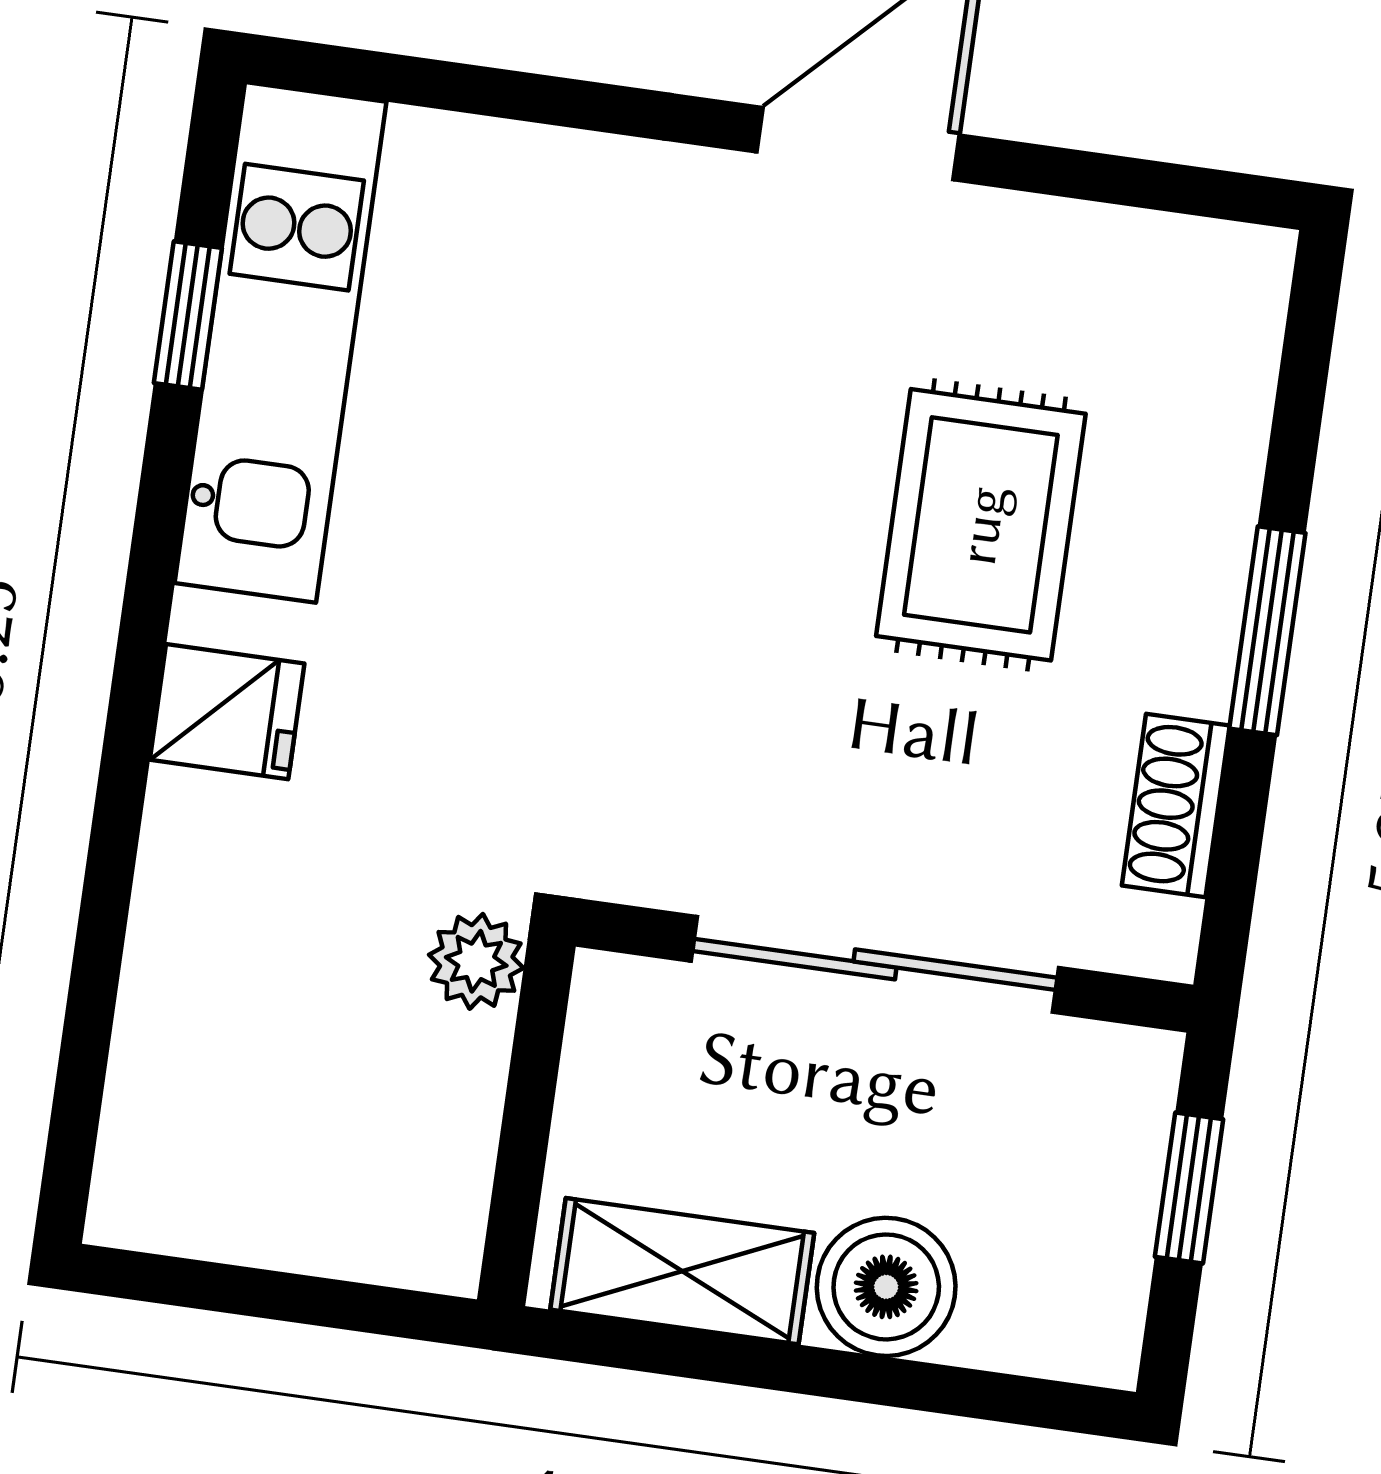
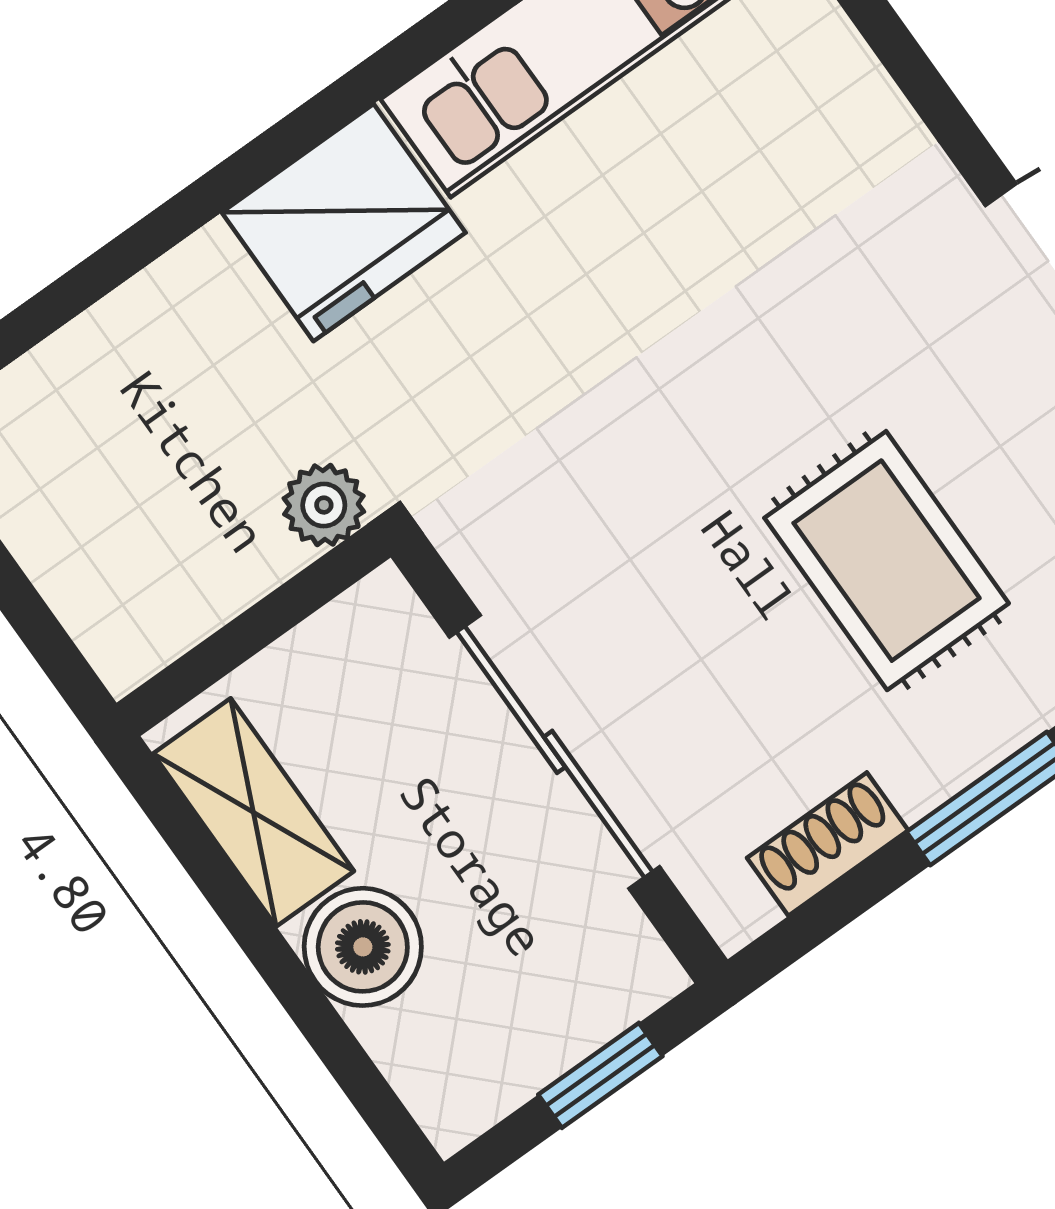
rug: (981, 525) -> (887, 561), turned 90
fridge: (227, 712) -> (344, 223), width x1.88, depth x1.34

